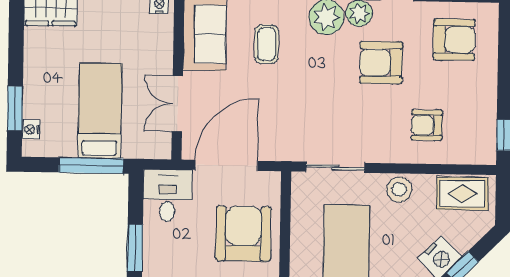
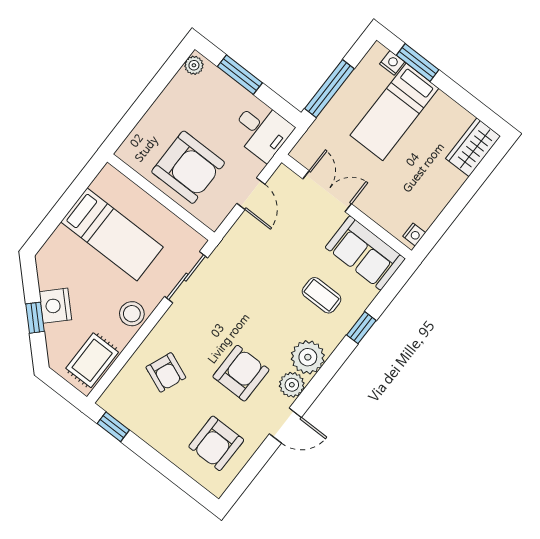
bed: (100, 111) -> (394, 112), moved, turned 90
armchair: (427, 125) -> (166, 372), turned 112
door: (226, 165) -> (251, 194), width x0.53

